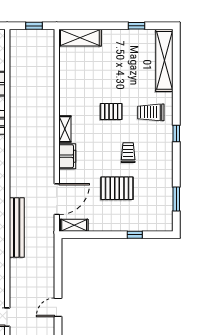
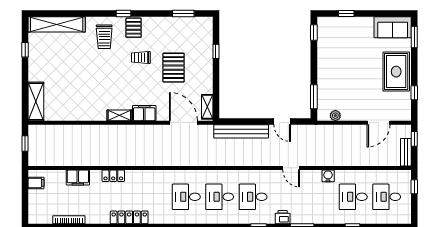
pallet: (111, 112) -> (134, 28), moved
bench: (17, 228) -> (241, 131), moved

